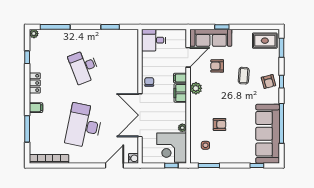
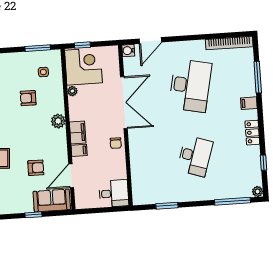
sofa: (211, 38) -> (52, 200), width x0.73
desk: (84, 67) -> (195, 156), turned 39
plant: (196, 88) -> (58, 121), moved

